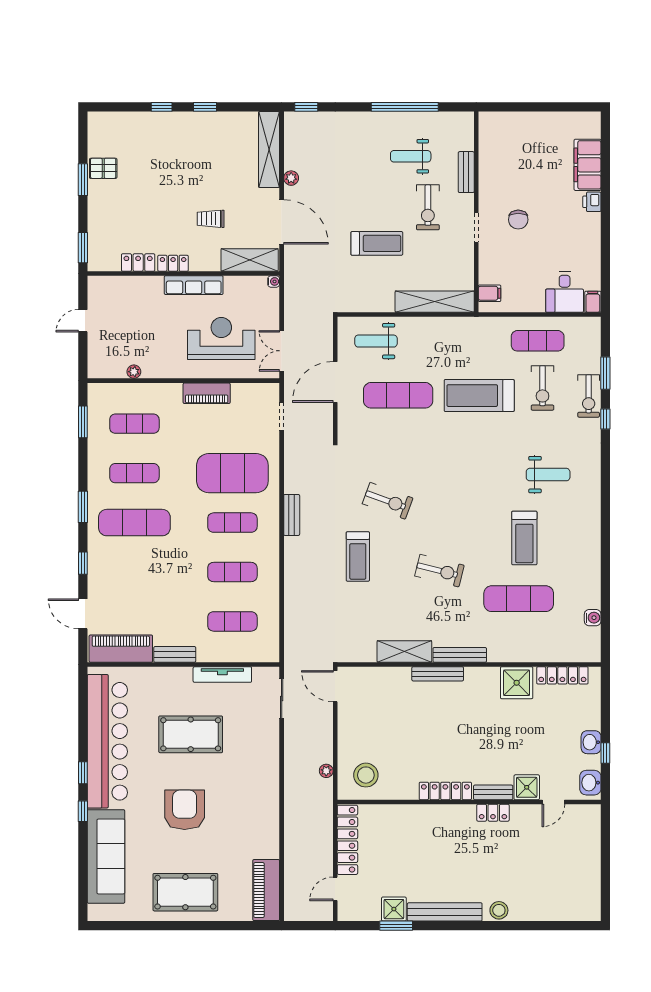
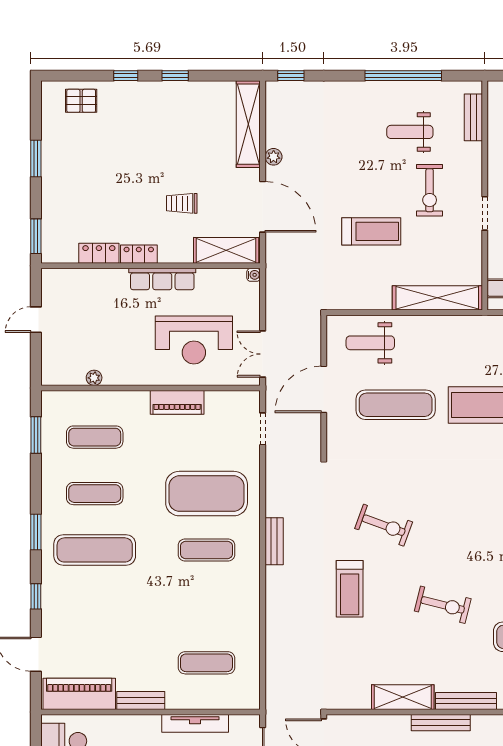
pallet: (103, 168) -> (81, 101), moved
bench: (466, 172) -> (473, 117), moved
reception desk: (221, 339) -> (194, 340), turned 180
exercise mat: (232, 572) -> (207, 606), removed

